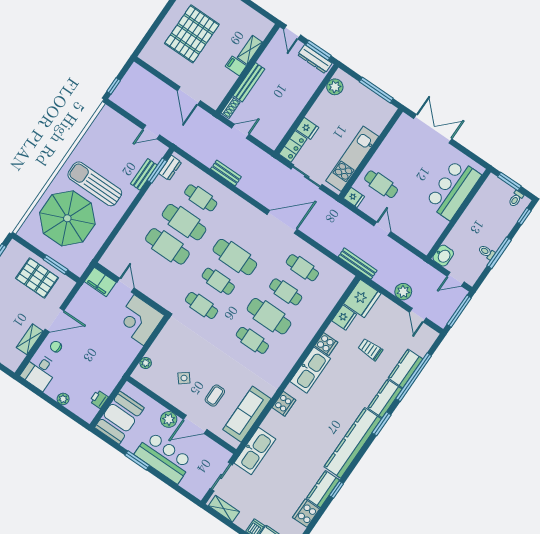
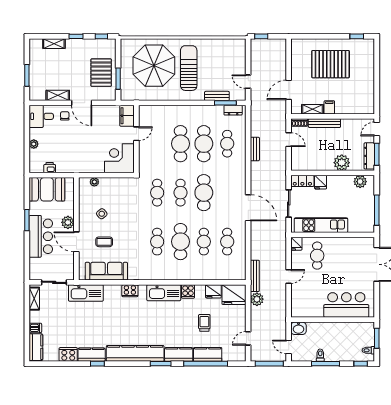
shelving: (250, 50) -> (313, 109), moved
plant: (302, 92) -> (342, 163), added
plant: (403, 292) -> (257, 299), moved

